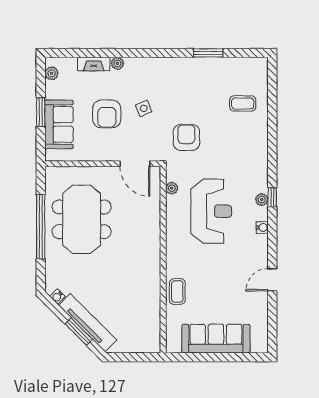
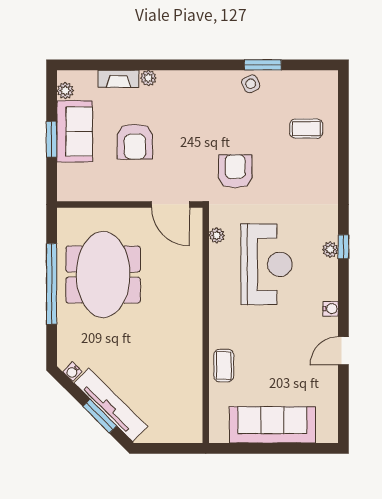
side table: (144, 108) -> (251, 84), moved
sofa: (59, 124) -> (75, 131), moved
water cooler: (262, 227) -> (331, 309), moved

